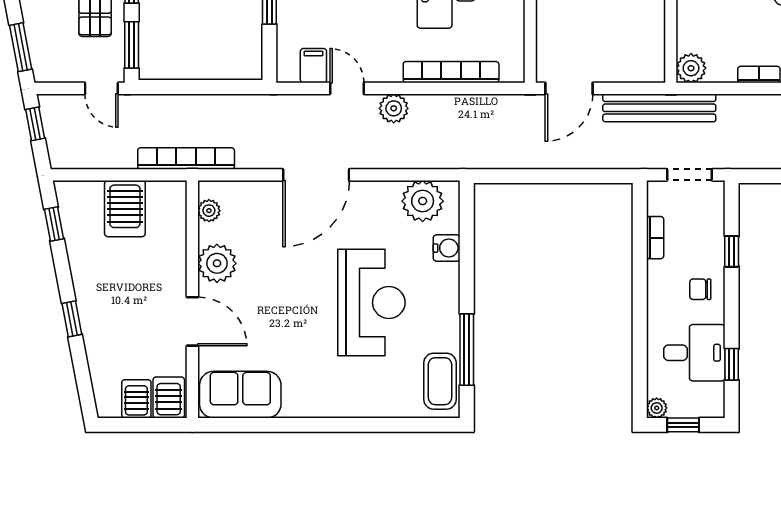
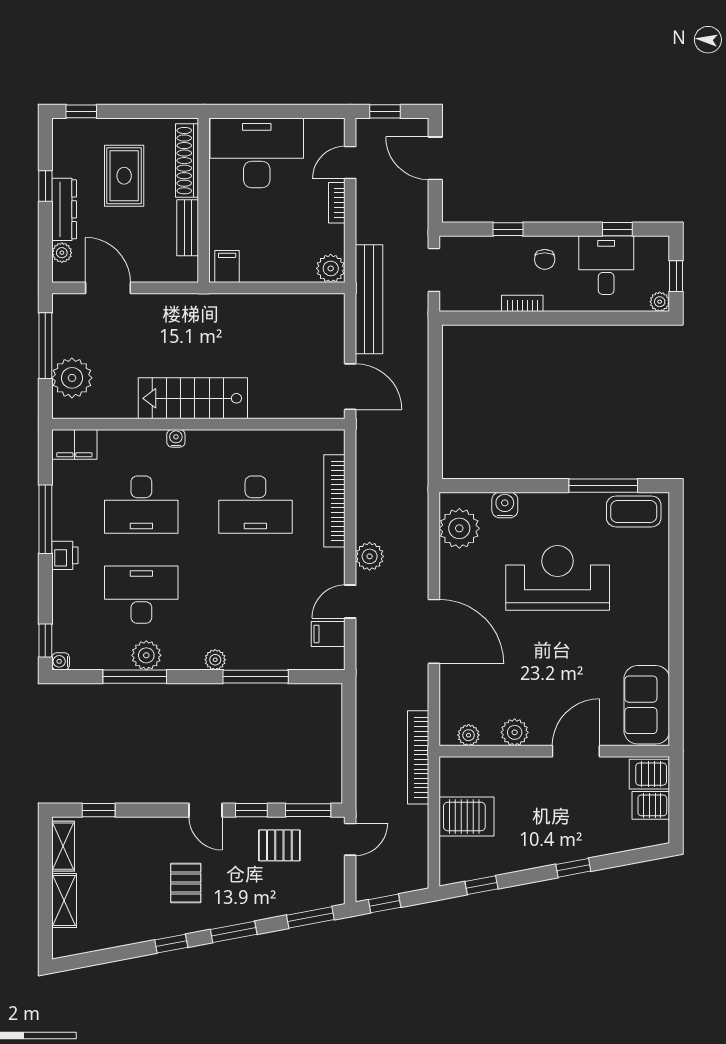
bookcase: (655, 238) -> (522, 303), moved
plant: (217, 263) -> (515, 732), width x0.73, depth x0.73

